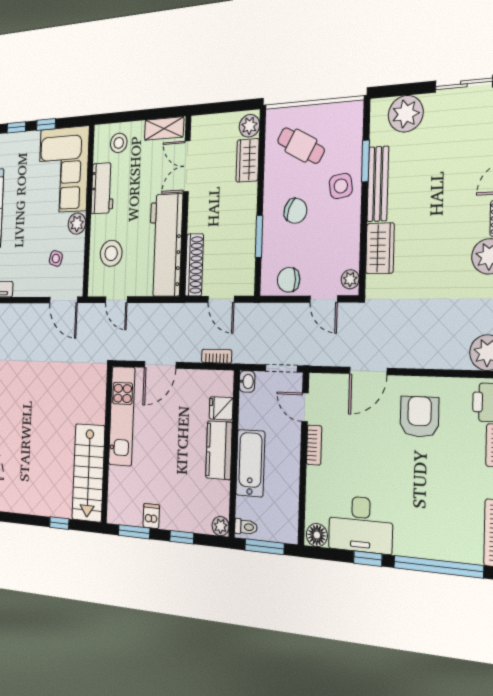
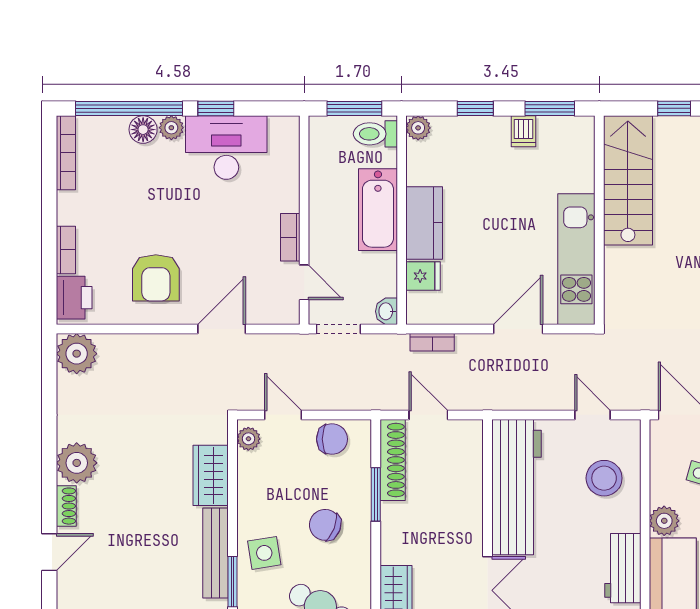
shoe rack: (194, 265) -> (393, 460), moved, turned 180
toilet: (246, 527) -> (375, 134), width x1.37, depth x1.39
floor lamp: (317, 535) -> (143, 130), moved
plant: (404, 546) -> (171, 128), added

